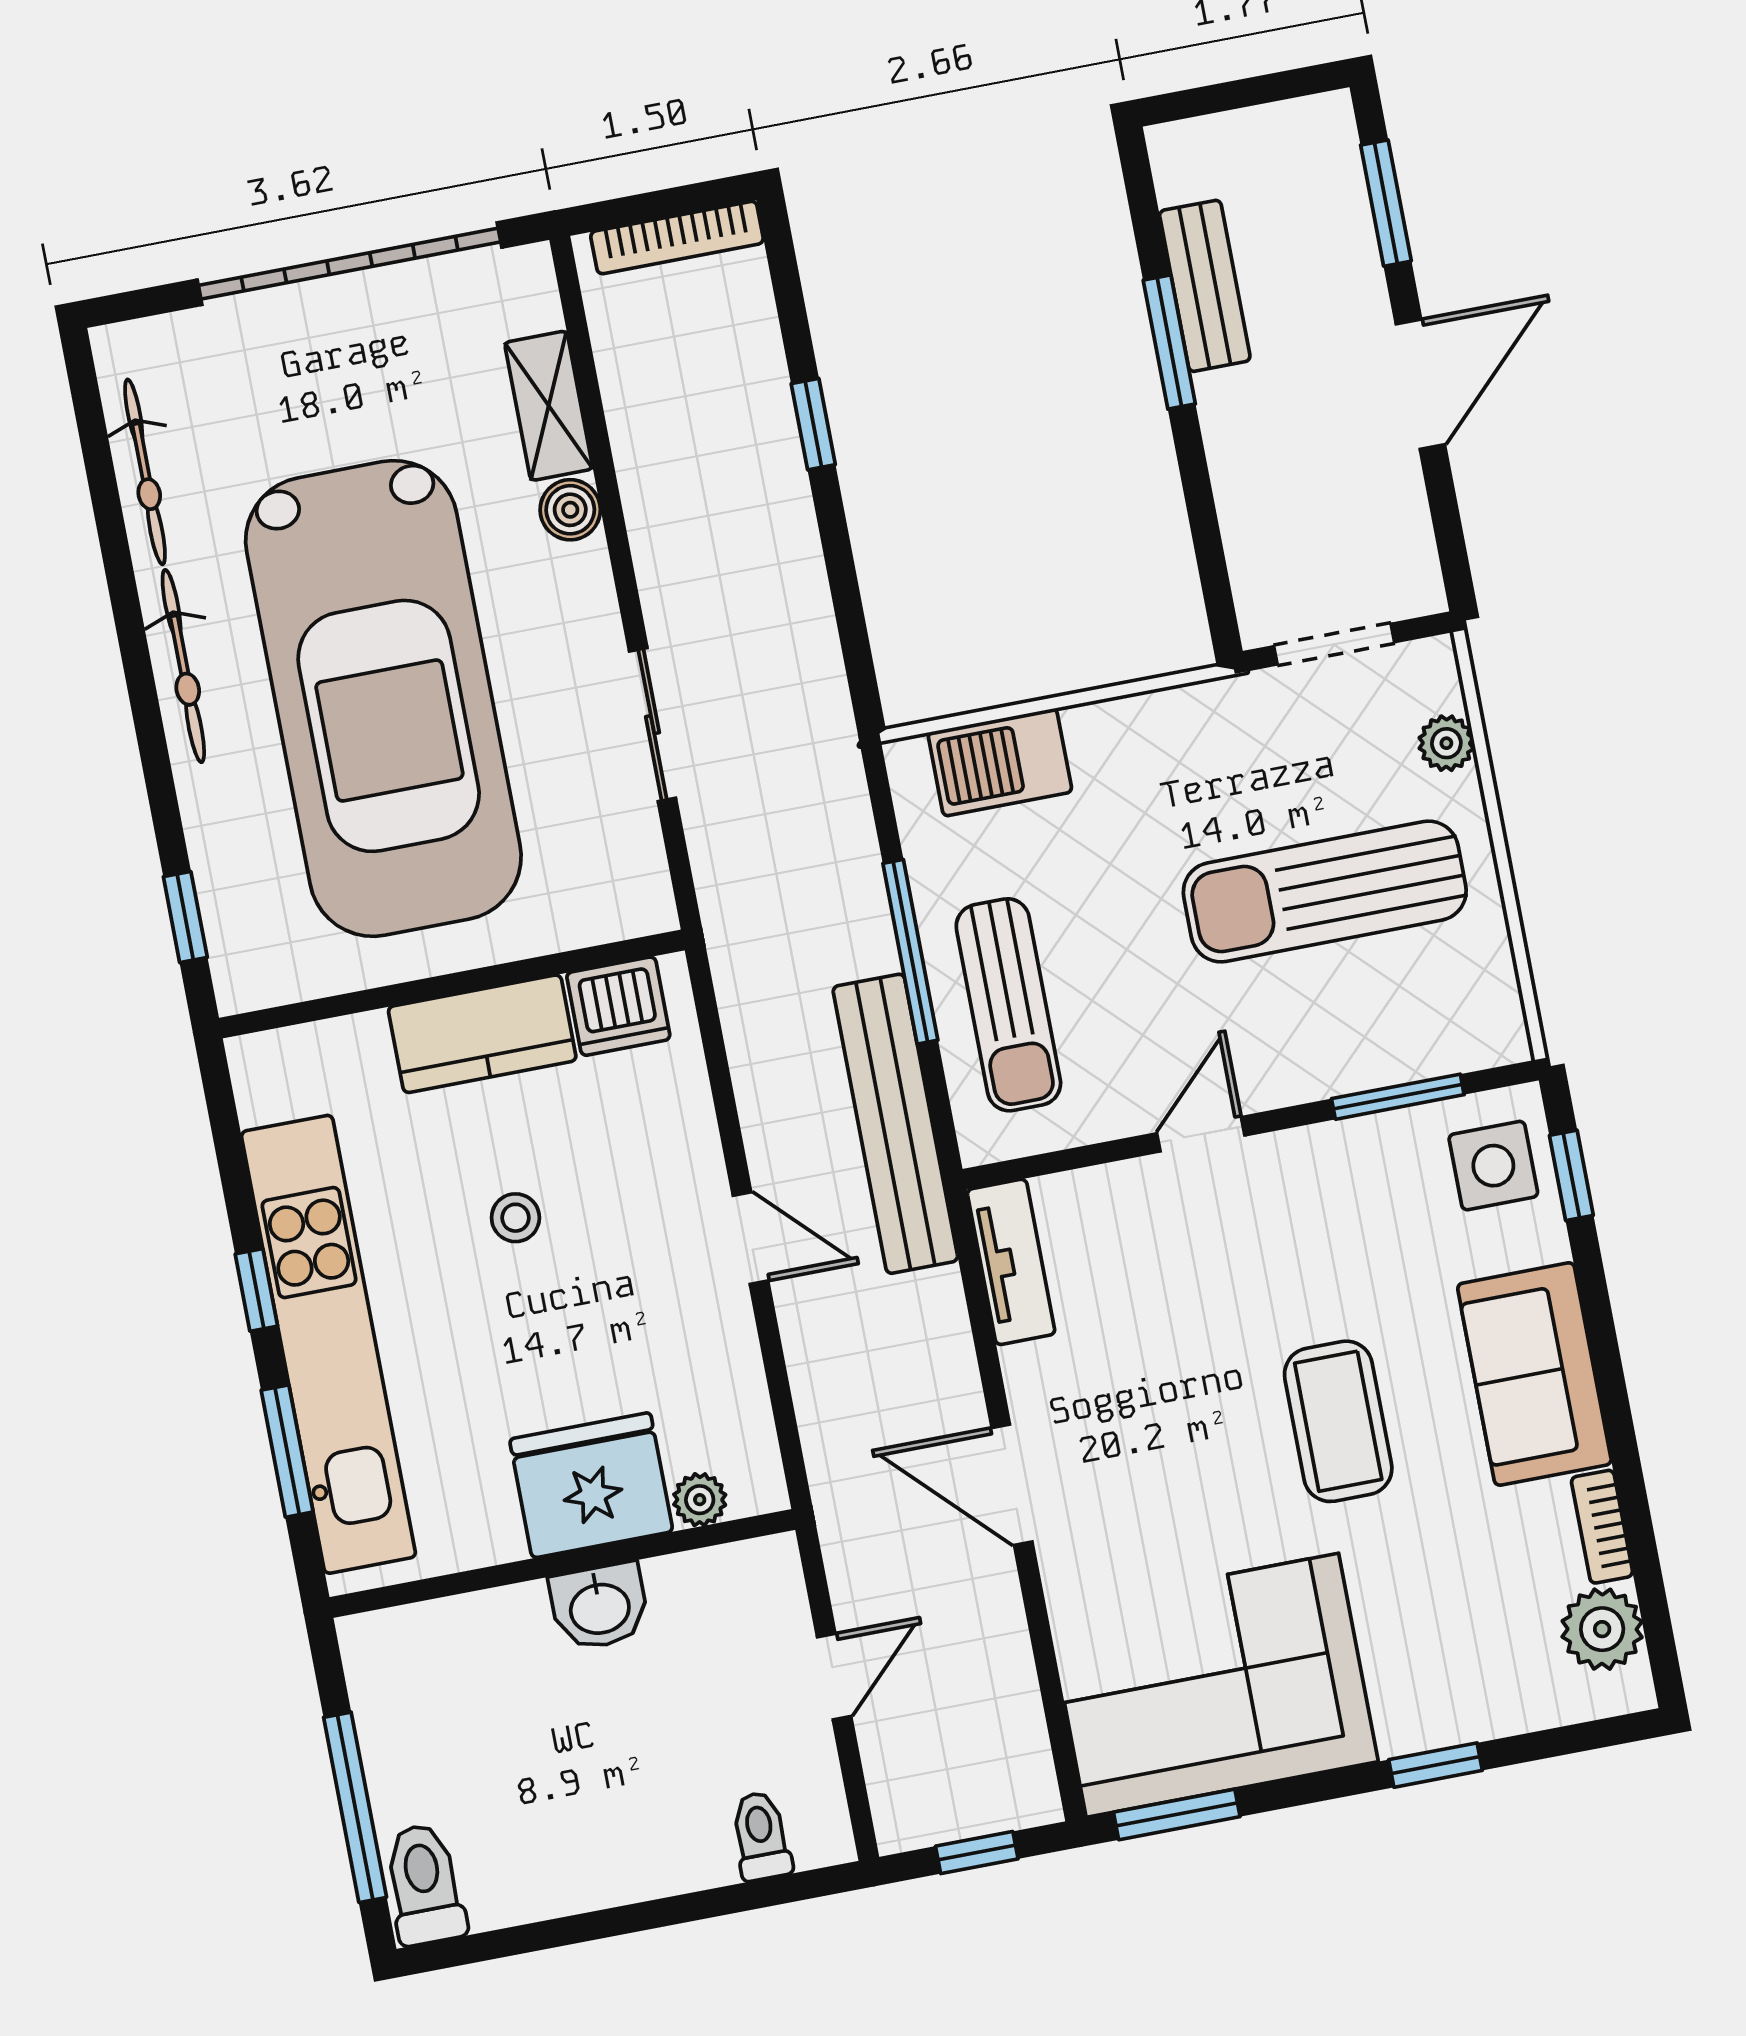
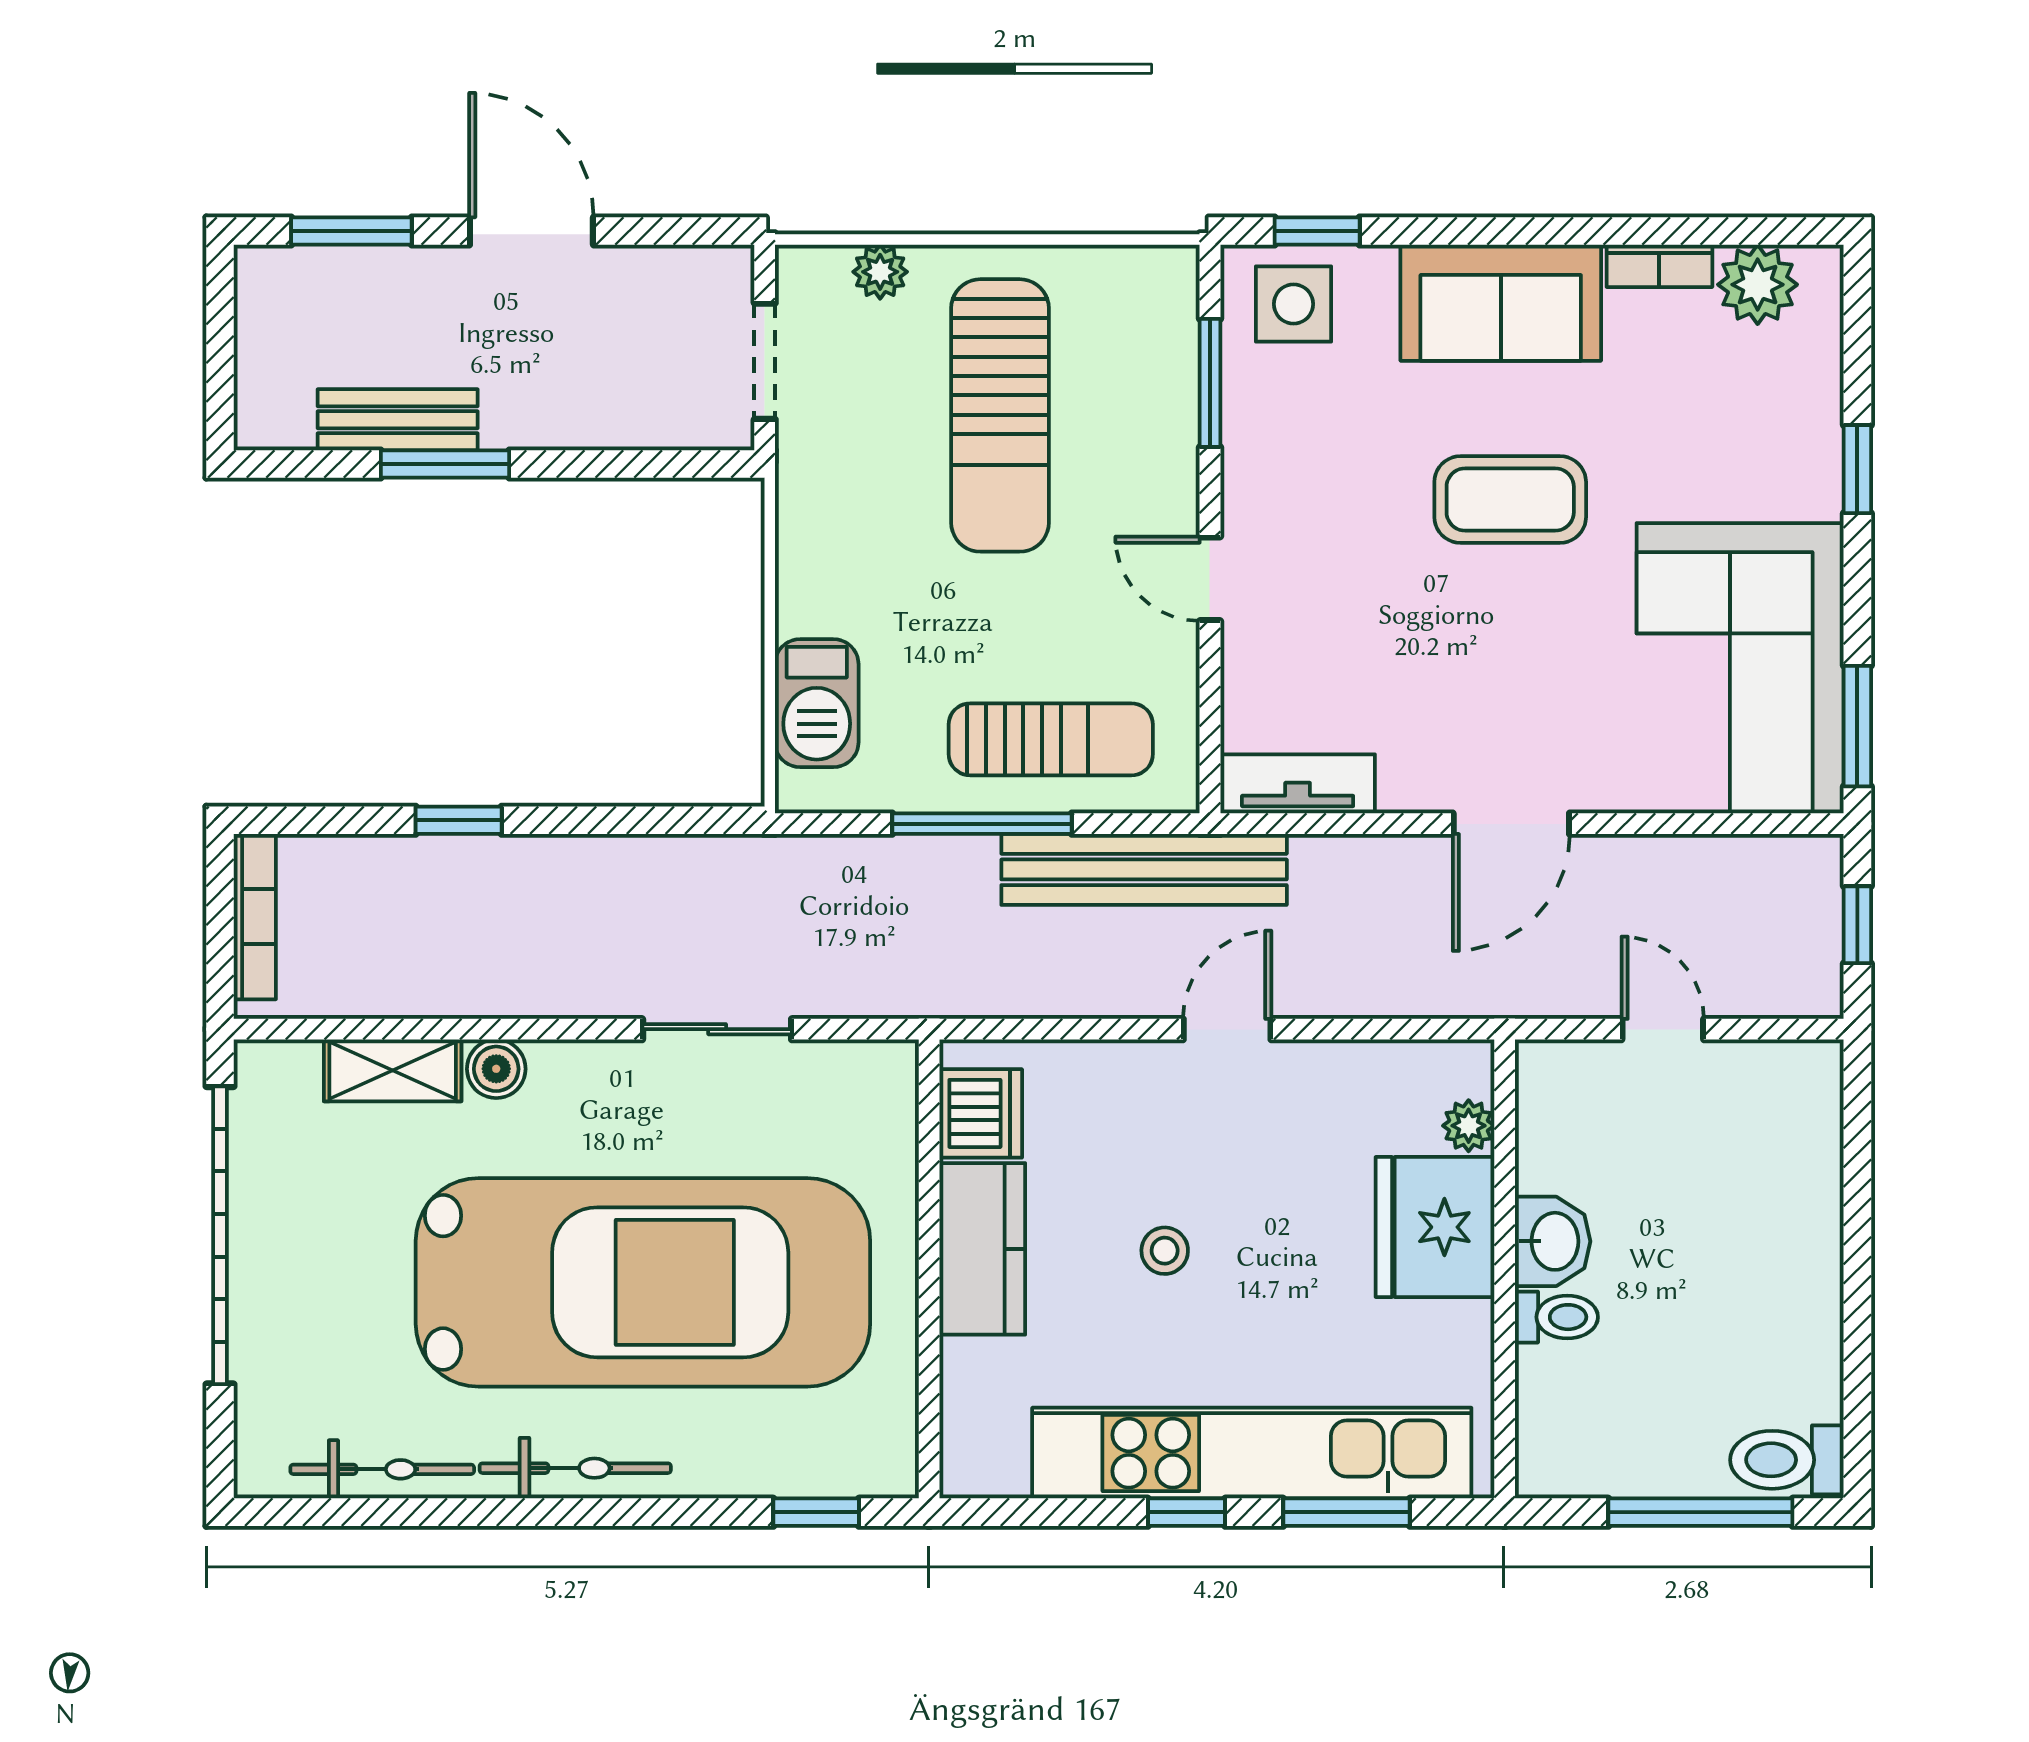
toilet: (761, 1836) -> (1556, 1317), moved, turned 180

